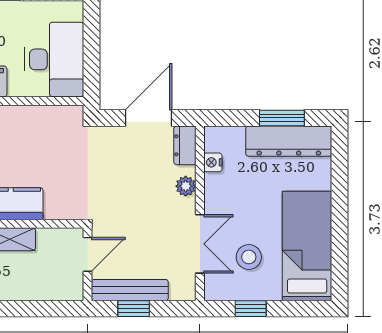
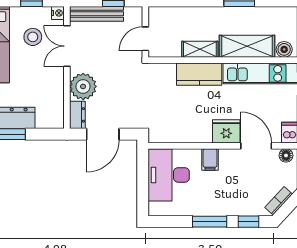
nightstand: (213, 162) -> (58, 13), moved
plant: (186, 186) -> (83, 86), width x1.88, depth x1.88
bench: (130, 290) -> (97, 14), moved

